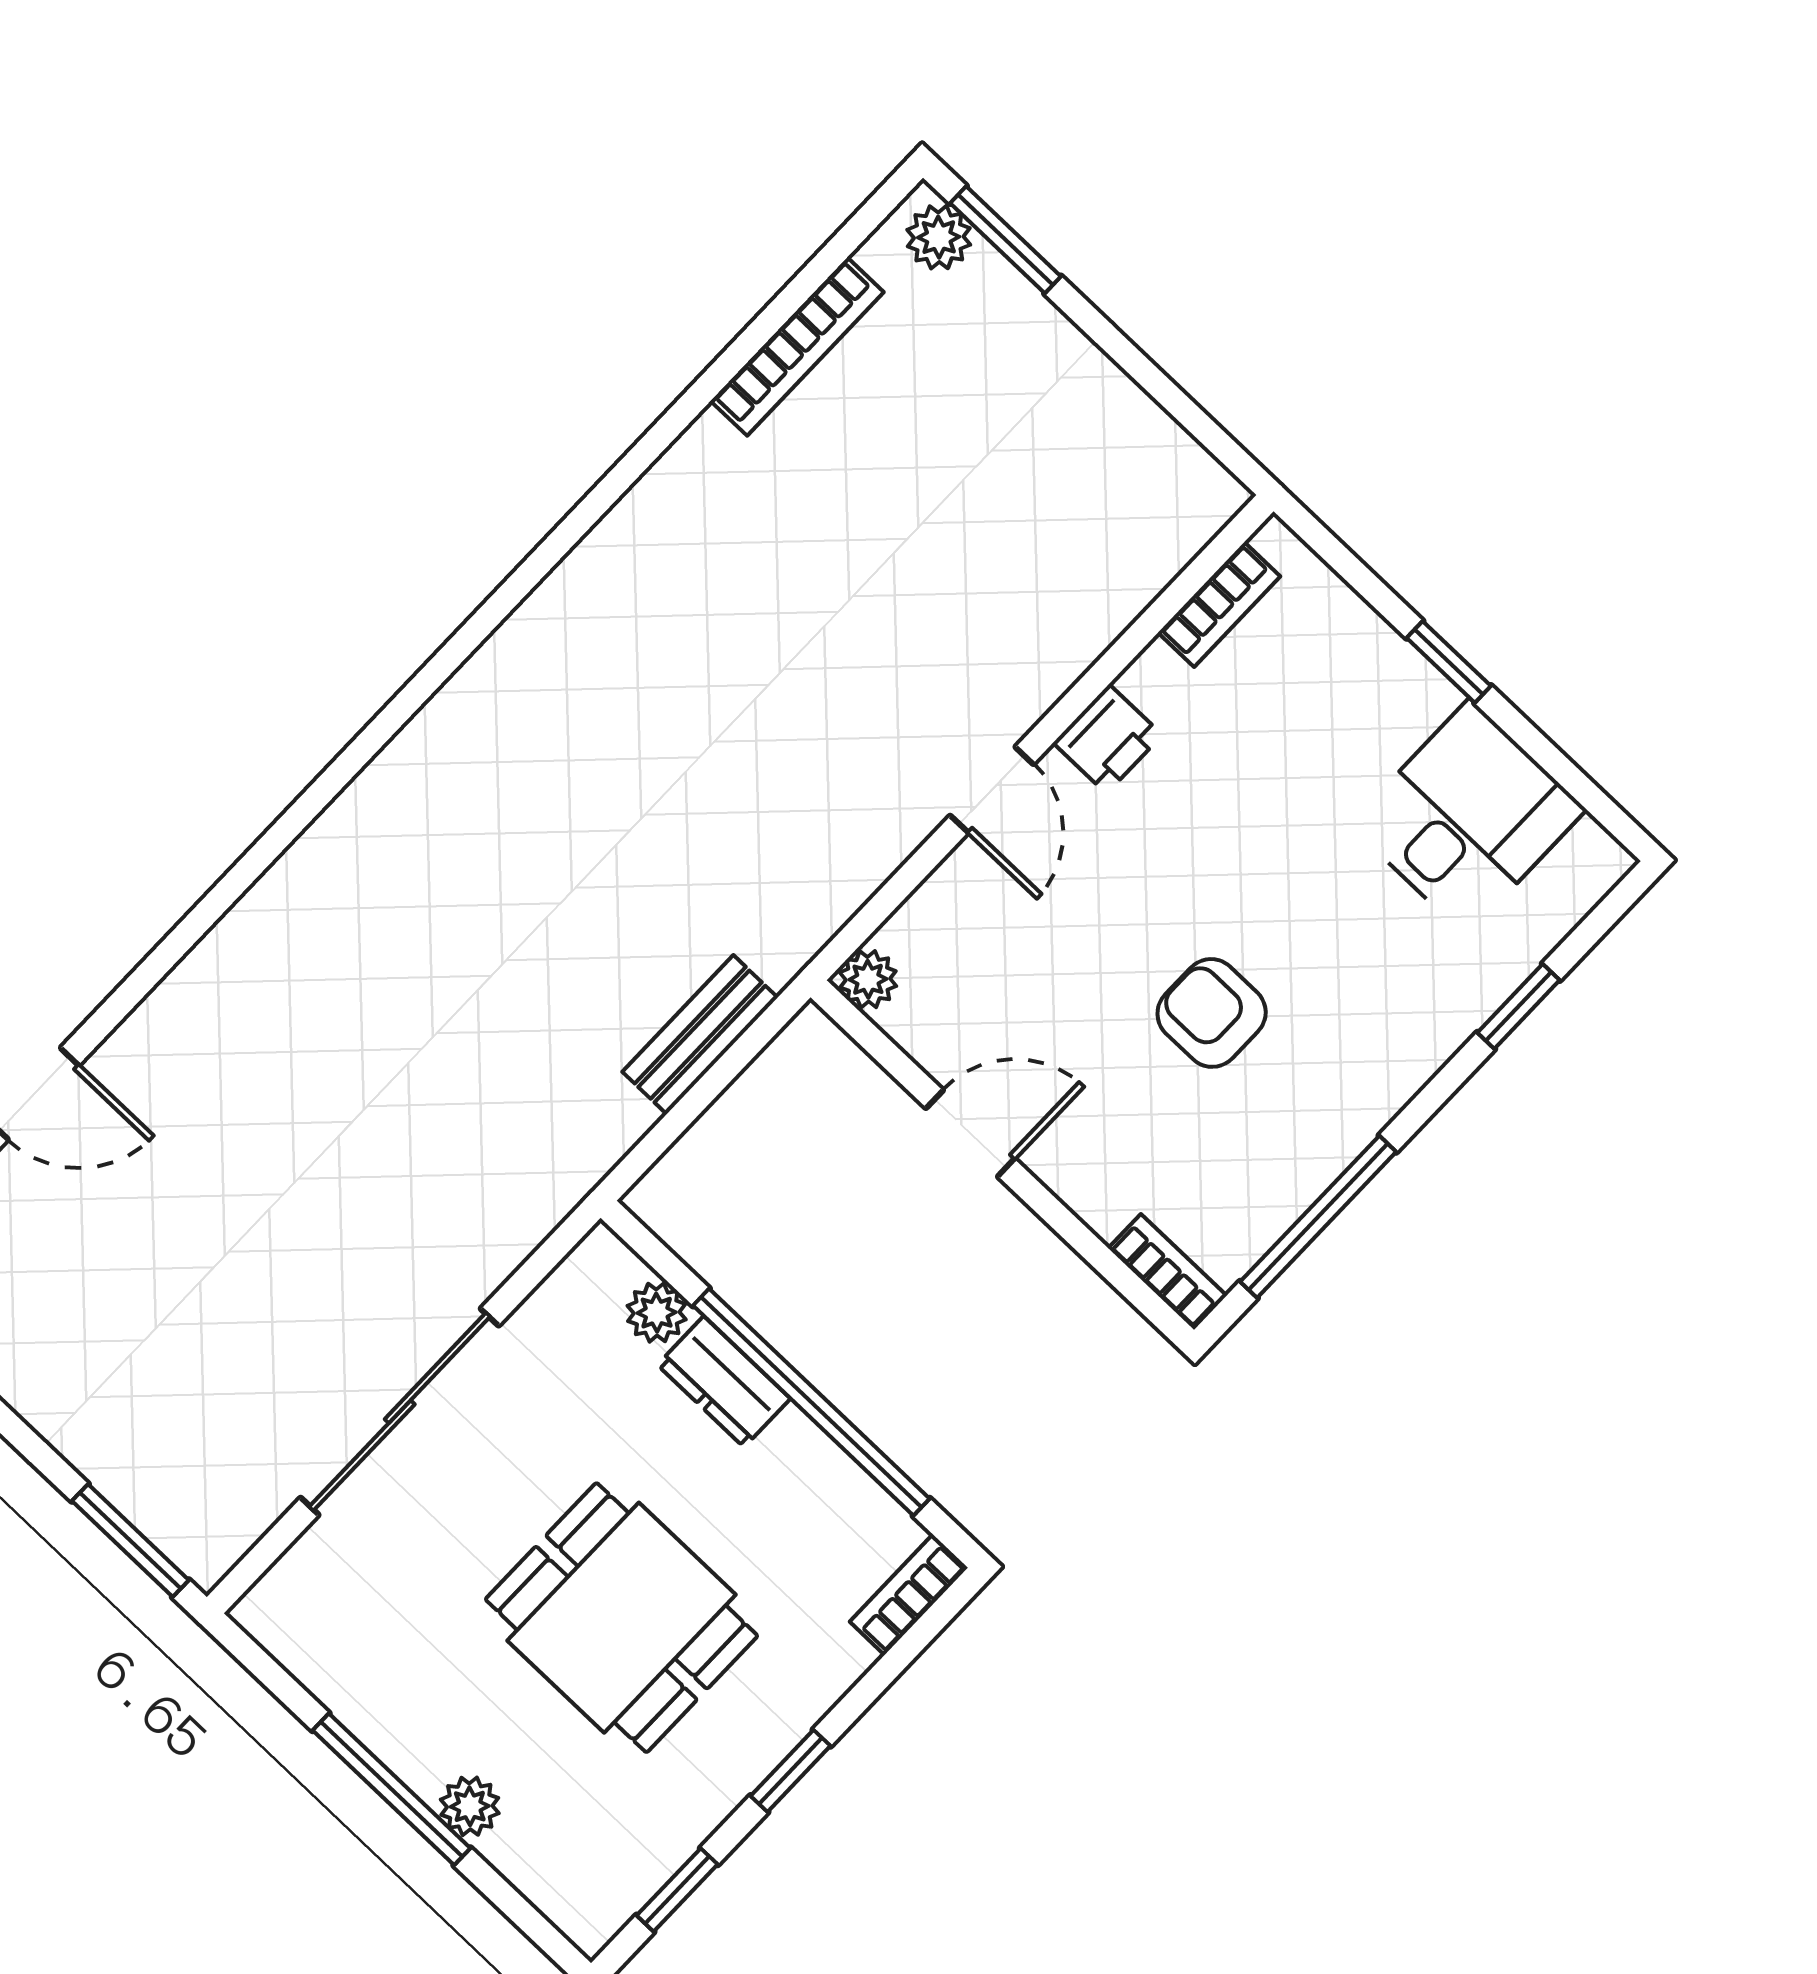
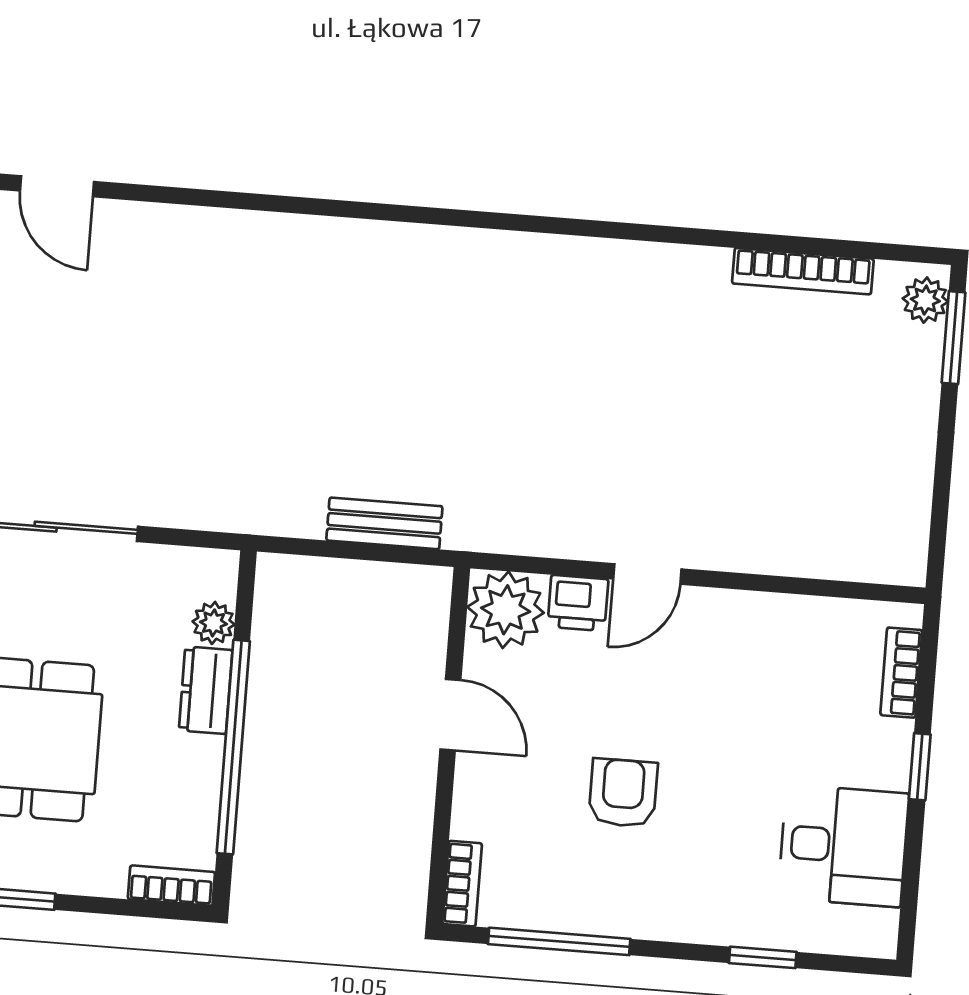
bookcase: (1219, 604) -> (901, 673), moved, turned 90
printer: (1108, 739) -> (578, 603), moved
plant: (868, 979) -> (506, 610), width x1.88, depth x1.88

